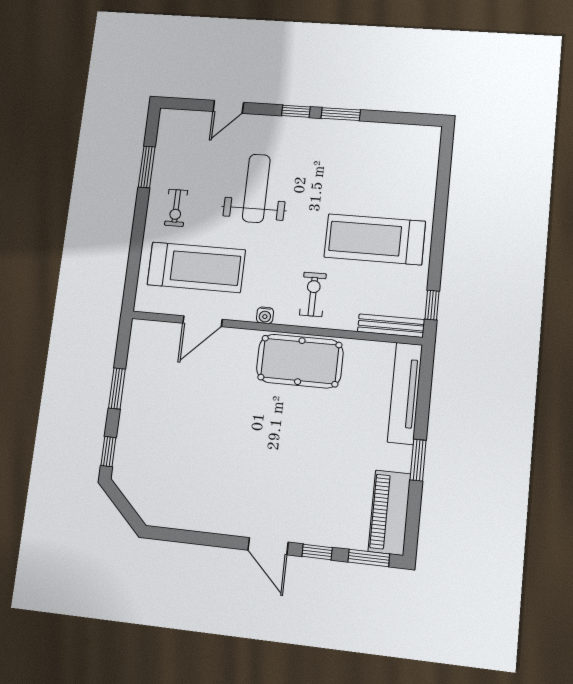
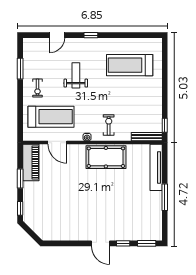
window: (341, 114) -> (113, 35), removed
weight bench: (256, 188) -> (76, 75), width x0.73, depth x0.75
treadmill: (375, 239) -> (130, 65), moved
door: (203, 321) -> (57, 143), hinge flipped
window: (418, 460) -> (165, 197), width x1.44
piano: (389, 513) -> (31, 163), moved, turned 180

